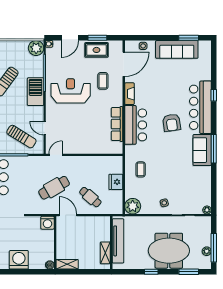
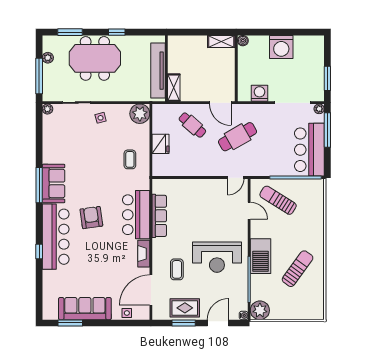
washing machine: (48, 223) -> (260, 93), moved
window: (214, 248) -> (39, 76), moved
shelving: (105, 253) -> (174, 88), moved

